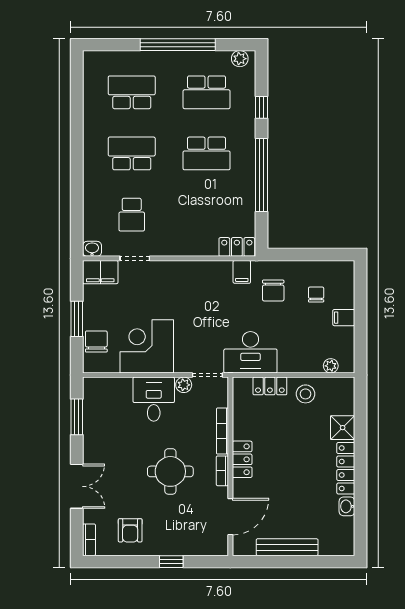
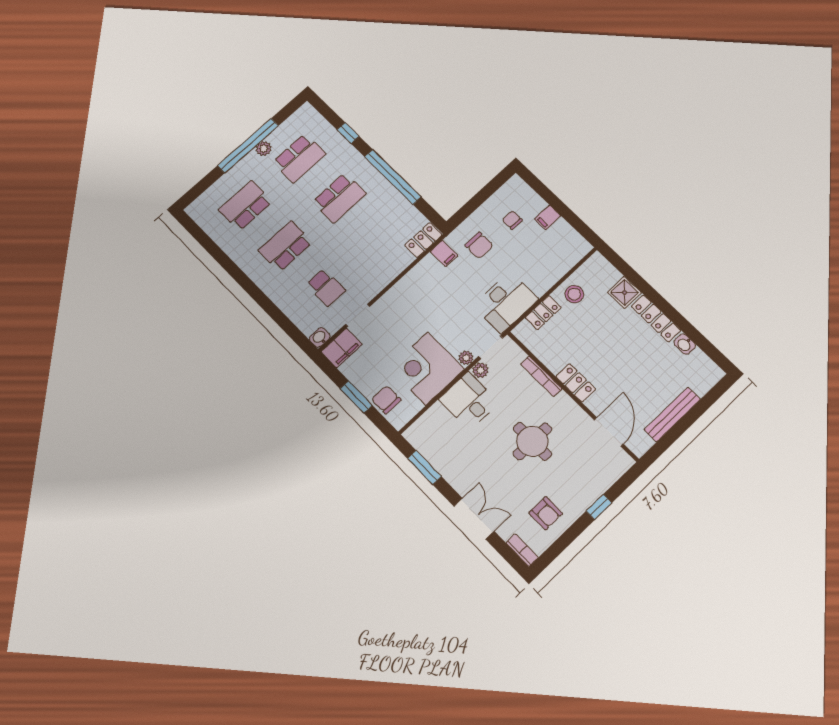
plant: (240, 59) -> (264, 149), moved
plant: (331, 366) -> (466, 358), moved
bookcase: (222, 471) -> (570, 405), removed

